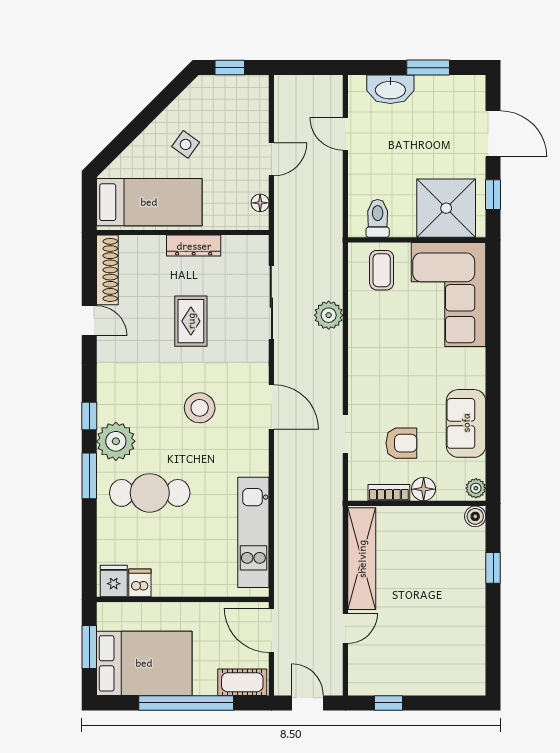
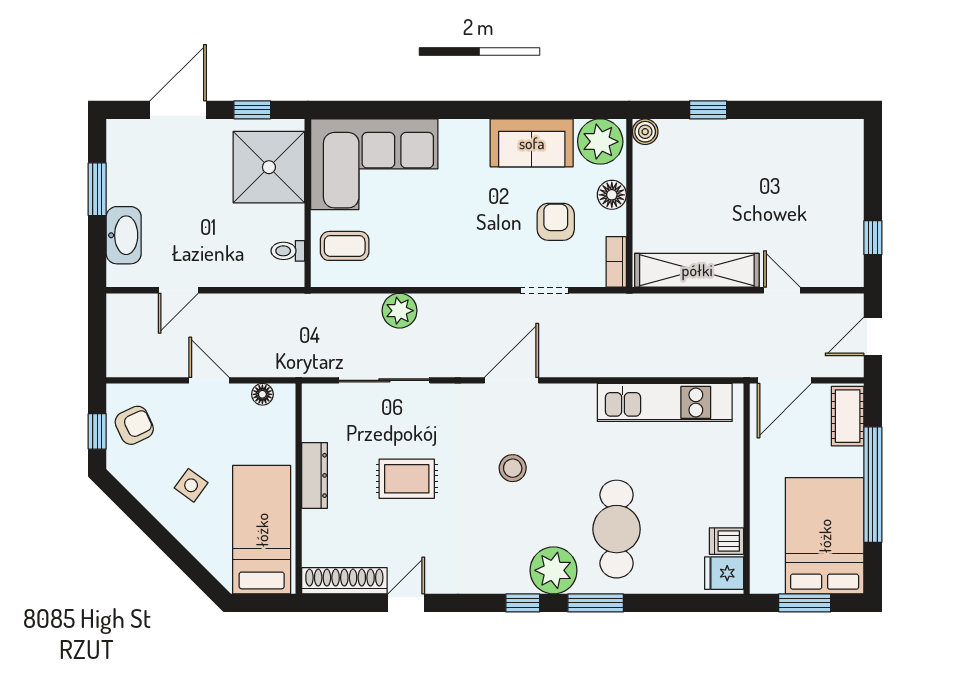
armchair: (235, 98) -> (134, 425), added
toilet: (378, 218) -> (288, 251), width x0.73, depth x0.72
stool: (200, 408) -> (513, 468), width x0.73, depth x0.73
plant: (476, 488) -> (600, 142), width x1.88, depth x1.88
bookcase: (389, 493) -> (616, 262), moved

